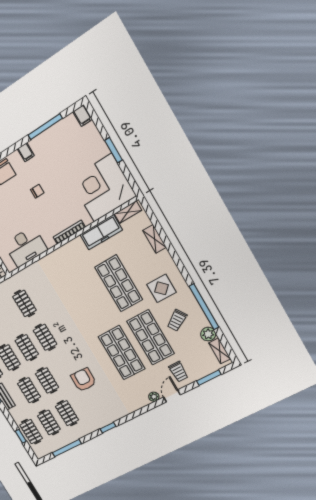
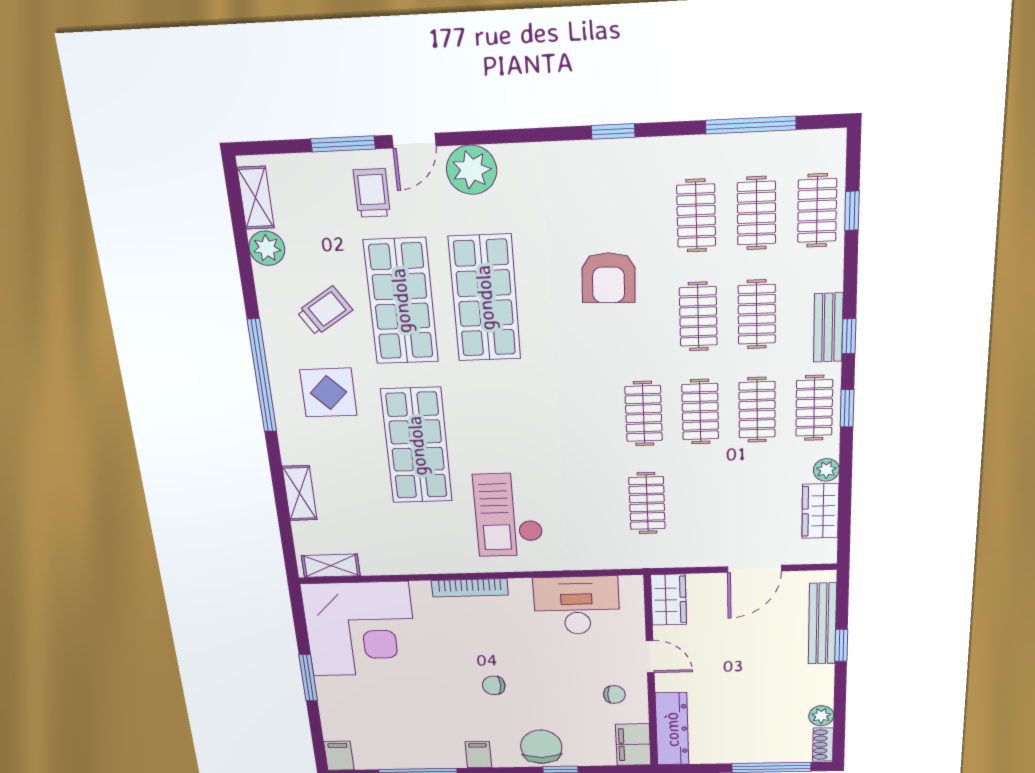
freezer: (101, 232) -> (404, 557), removed
checkout: (71, 272) -> (508, 515), added
window: (204, 307) -> (262, 376), moved
window: (209, 378) -> (343, 144), moved
plant: (154, 397) -> (472, 170), width x1.87, depth x1.87

